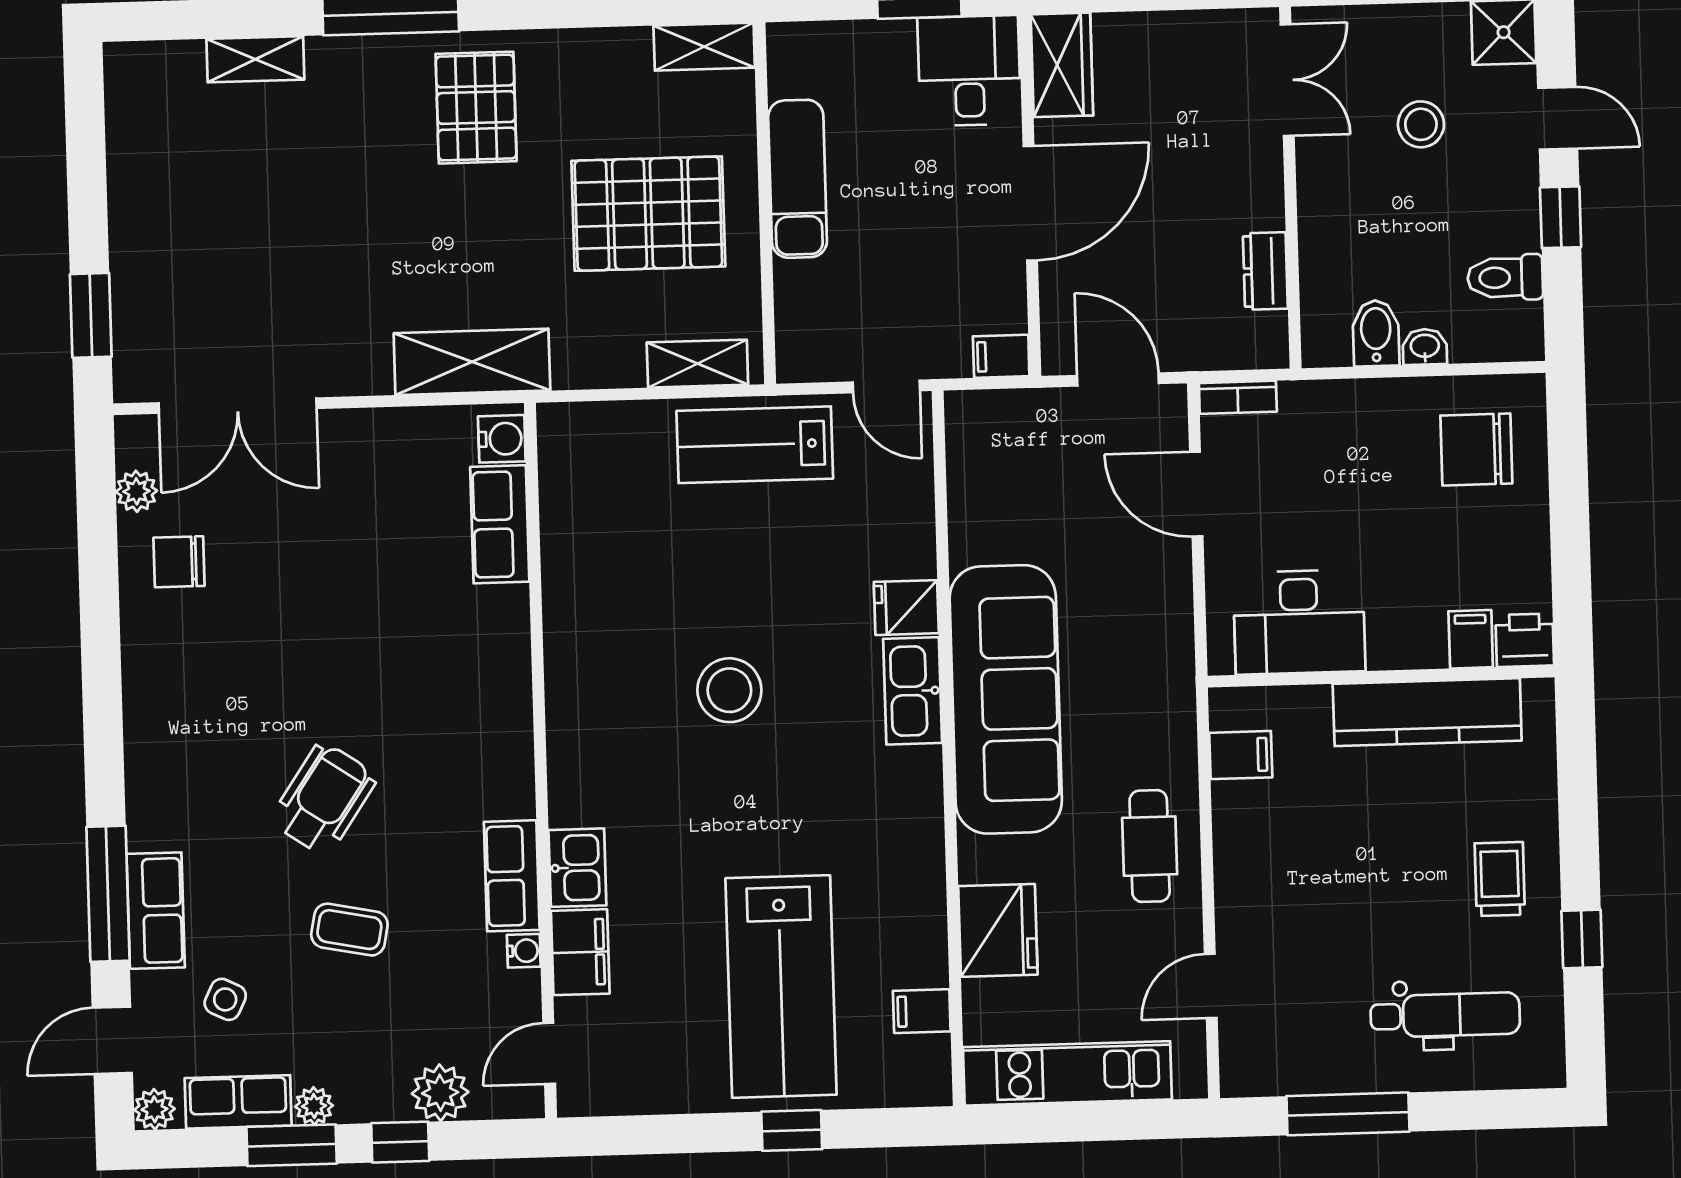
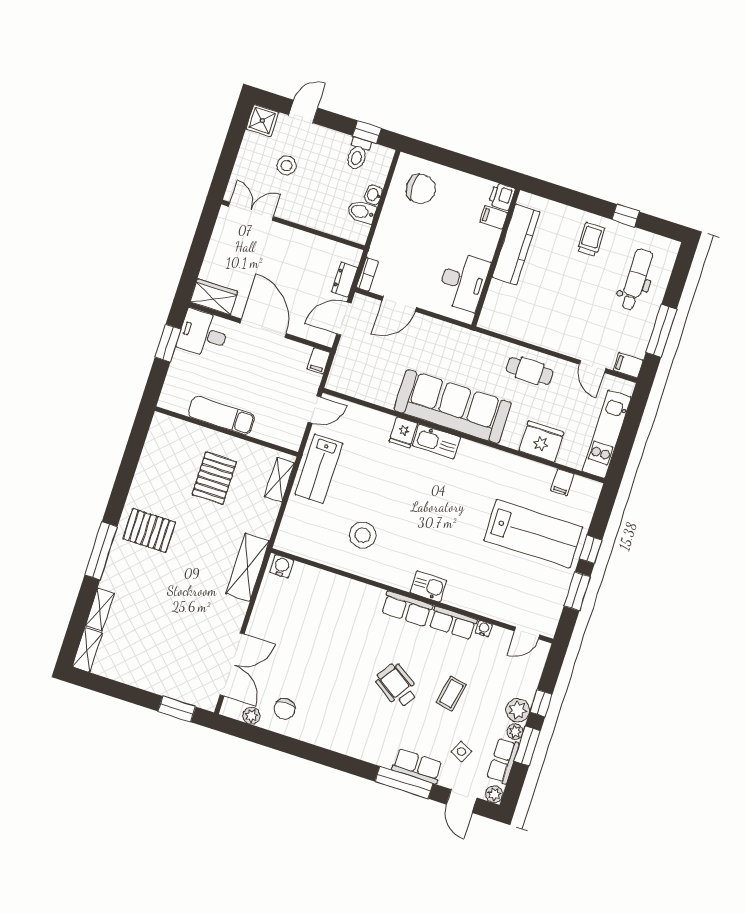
shelving: (704, 47) -> (87, 650), moved
pallet: (648, 214) -> (214, 478), width x0.73, depth x0.71
window: (1561, 217) -> (367, 132), moved
dresser: (1265, 271) -> (345, 280), moved, turned 90
chair: (1476, 450) -> (421, 189), turned -90
row of seats: (500, 524) -> (407, 609), moved
stool: (729, 690) -> (363, 535), moved
filing cabinet: (1241, 755) -> (628, 365), moved, turned -90
kitchen sink: (577, 868) -> (428, 586), moved
trolley: (1500, 879) -> (591, 239), turned 90
filing cabinet: (580, 952) -> (492, 607), removed
door: (549, 1053) -> (527, 633), hinge flipped
plant: (440, 1093) -> (518, 710), moved
window: (685, 1134) -> (577, 591), added

